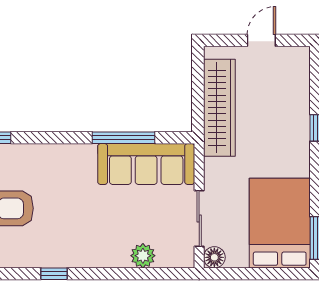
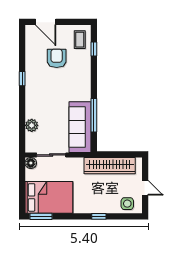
side table: (291, 74) -> (127, 204), added

